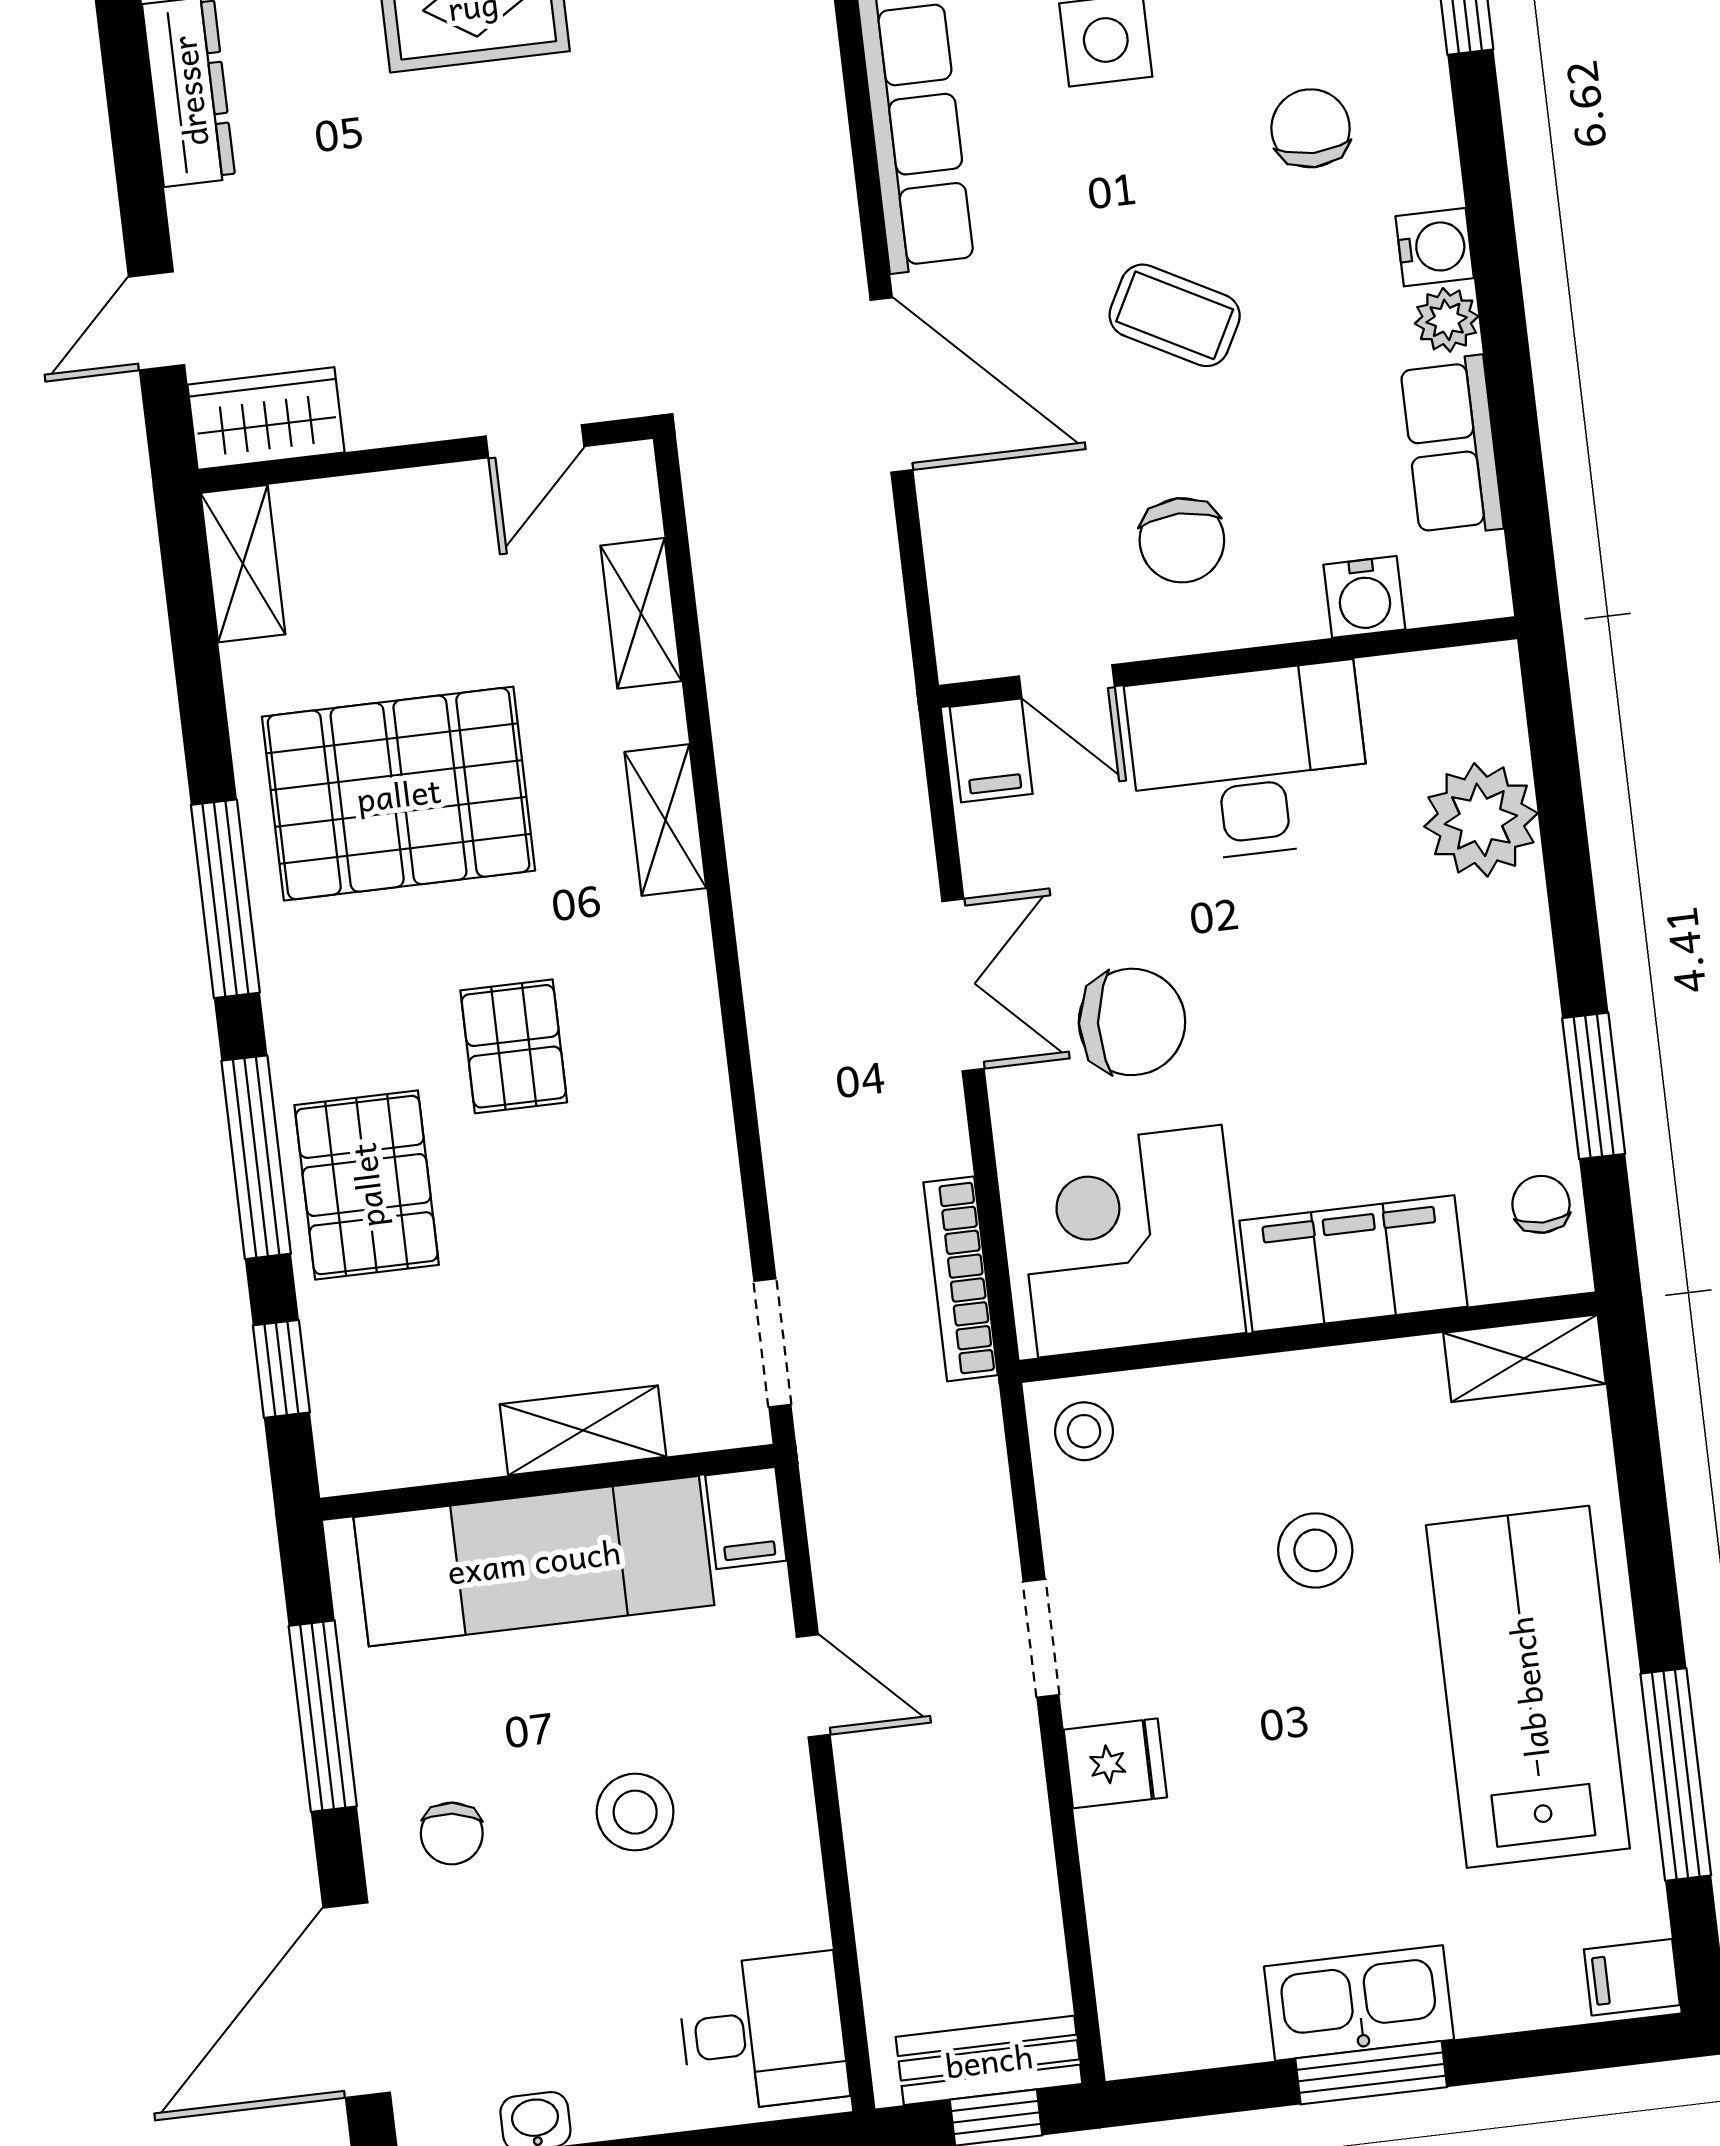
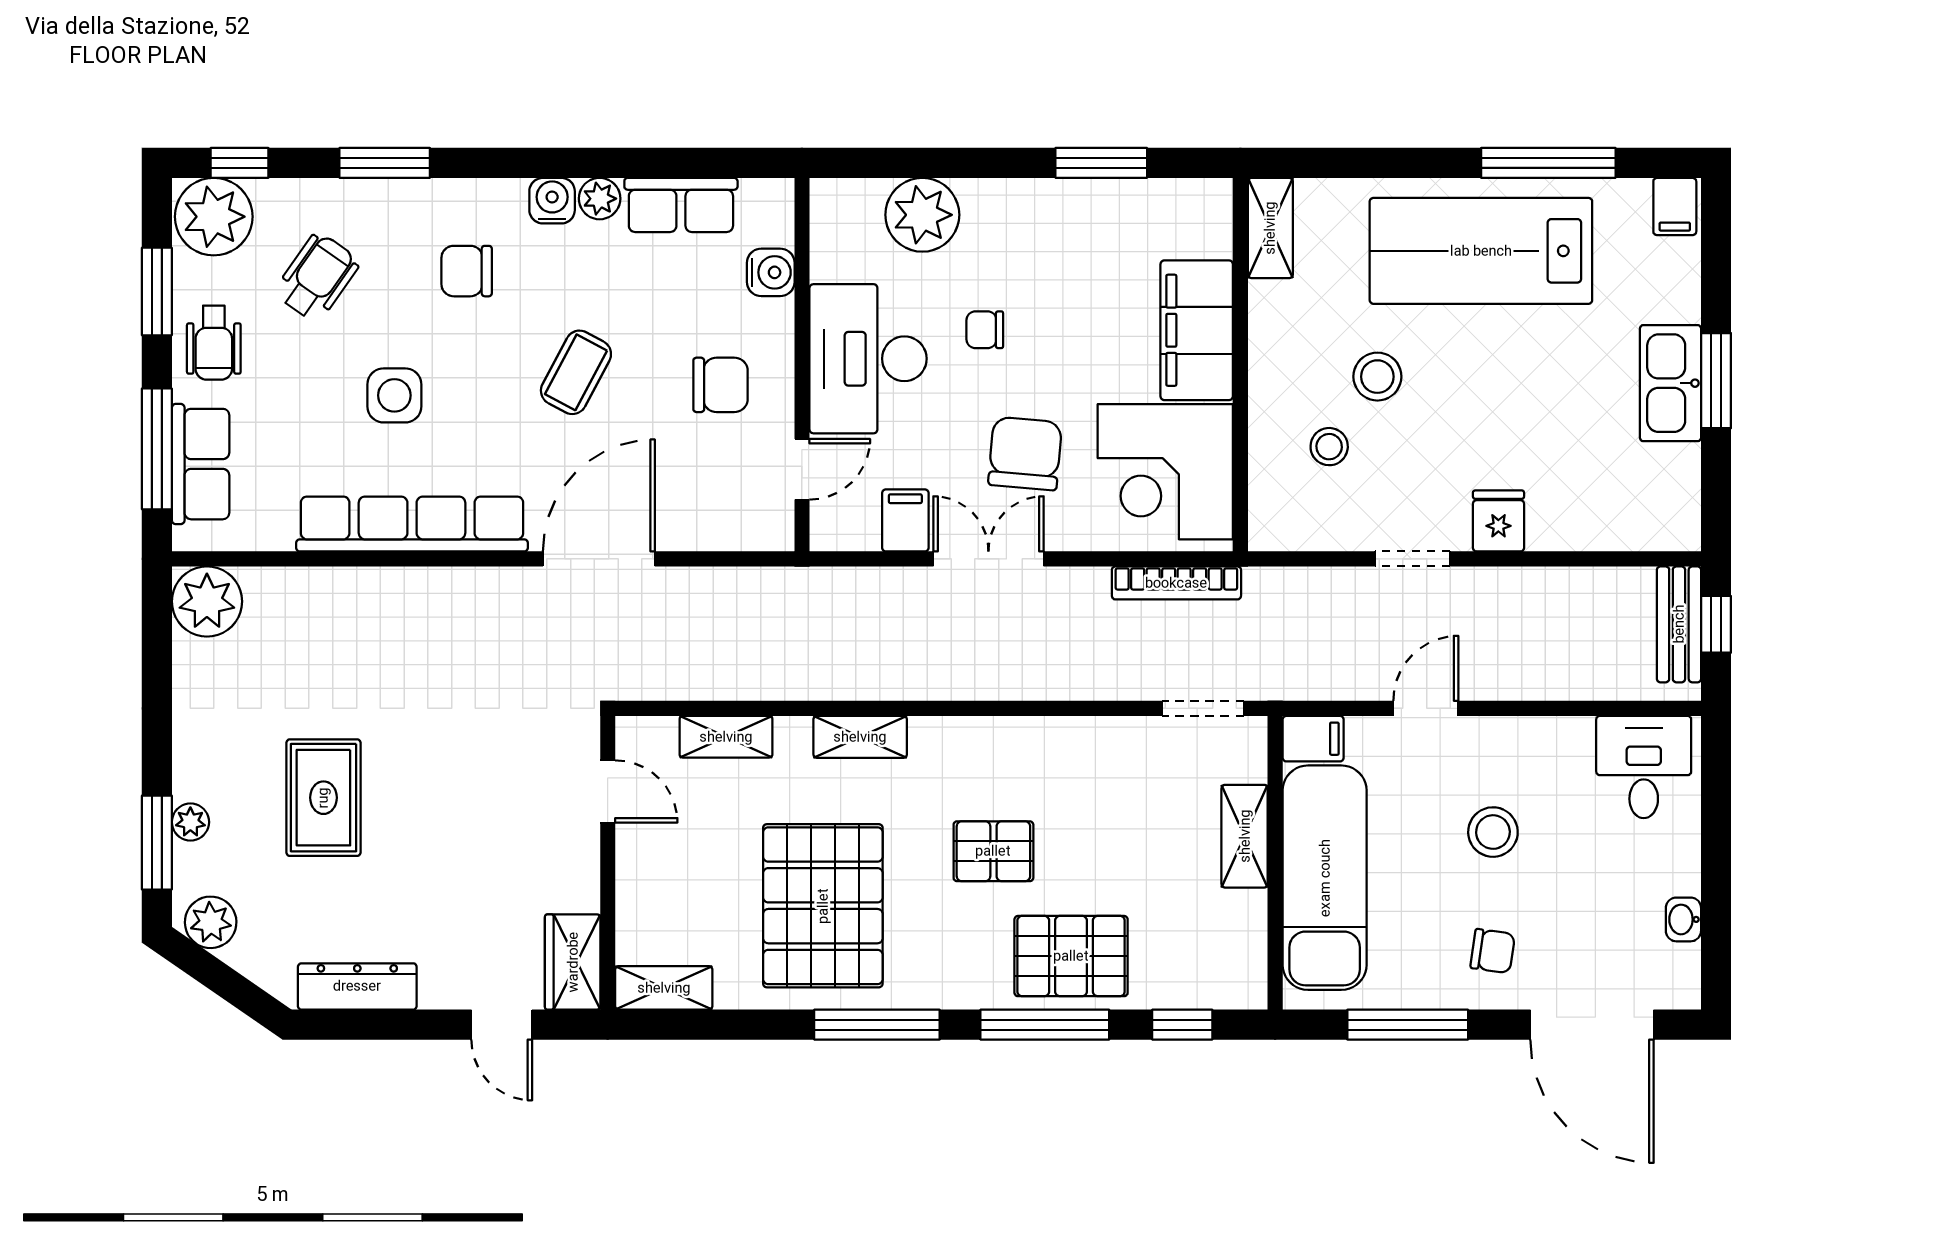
filing cabinet: (991, 750) -> (905, 520), moved, turned -90
chair: (1541, 1204) -> (985, 330), moved
stool: (1084, 1431) -> (1329, 447), moved

